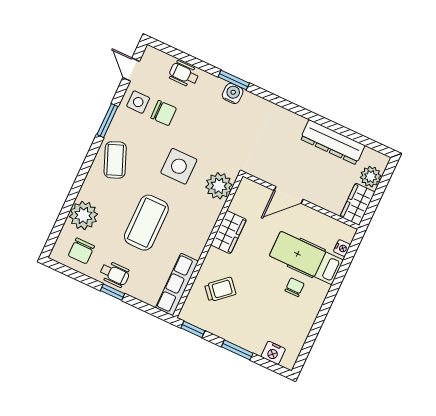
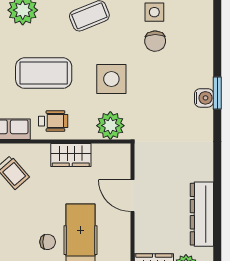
wheelchair: (184, 74) -> (53, 121), moved, turned 90

